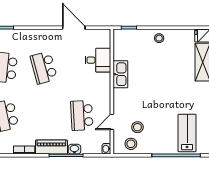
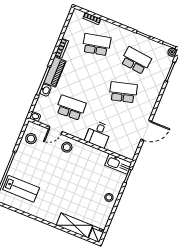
desk: (98, 60) -> (98, 134), moved
kitchen sink: (120, 74) -> (118, 164), moved
door: (112, 122) -> (55, 130), swing flipped
stool: (137, 127) -> (67, 147), moved

